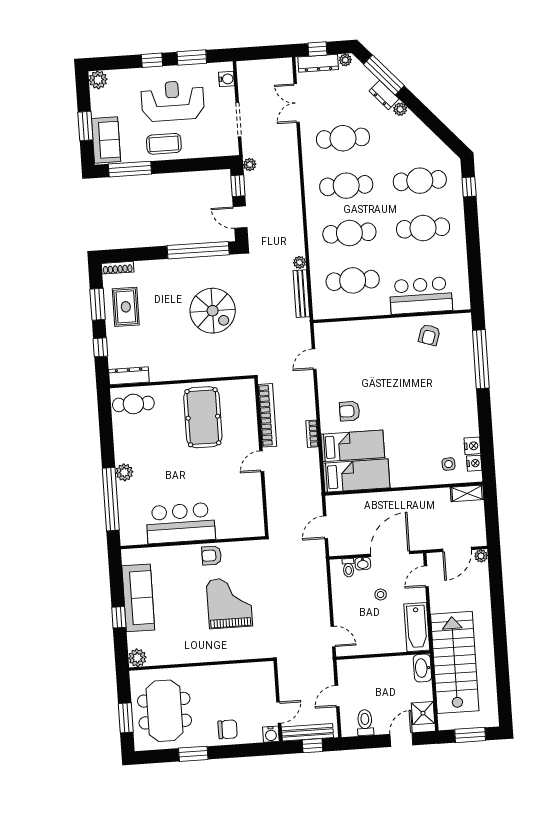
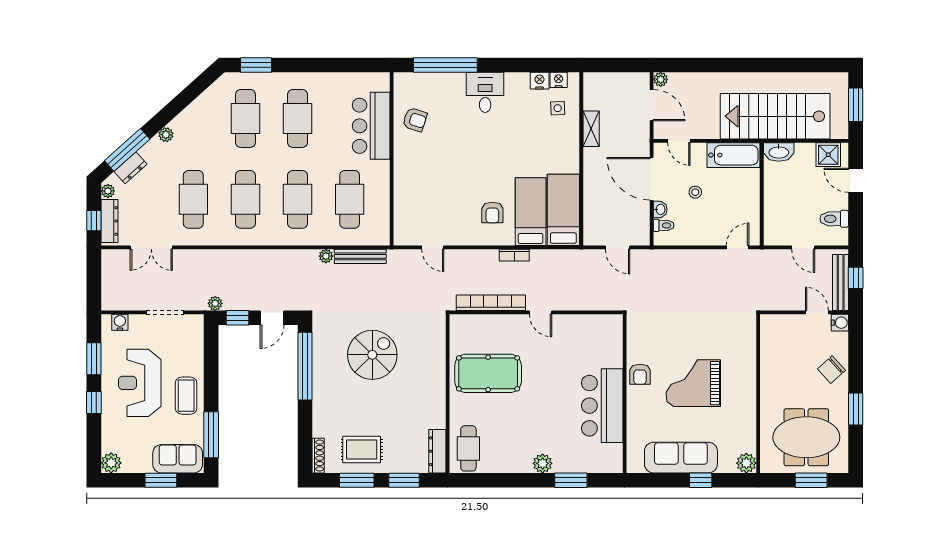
dresser: (384, 95) -> (131, 168), moved
window: (469, 187) -> (256, 65), width x1.50
window: (100, 347) -> (404, 480), width x1.50
desk: (458, 397) -> (485, 92), added
shelving: (467, 493) -> (591, 129), moved
window: (111, 499) -> (571, 480), width x0.47
grand piano: (229, 603) -> (693, 383), moved
chair: (228, 729) -> (831, 370), turned -132

